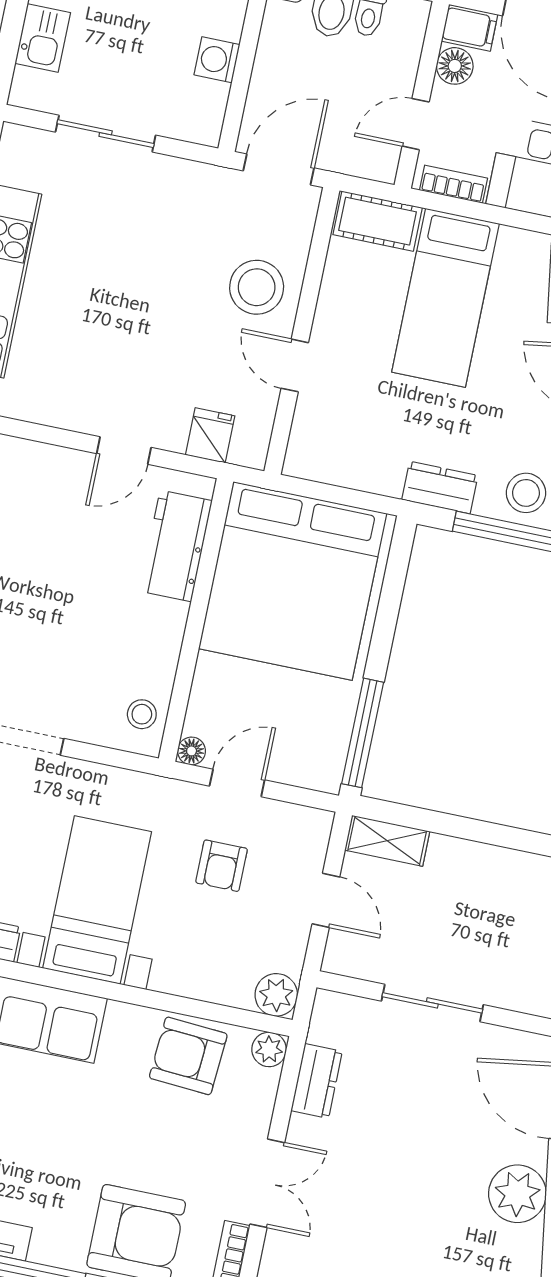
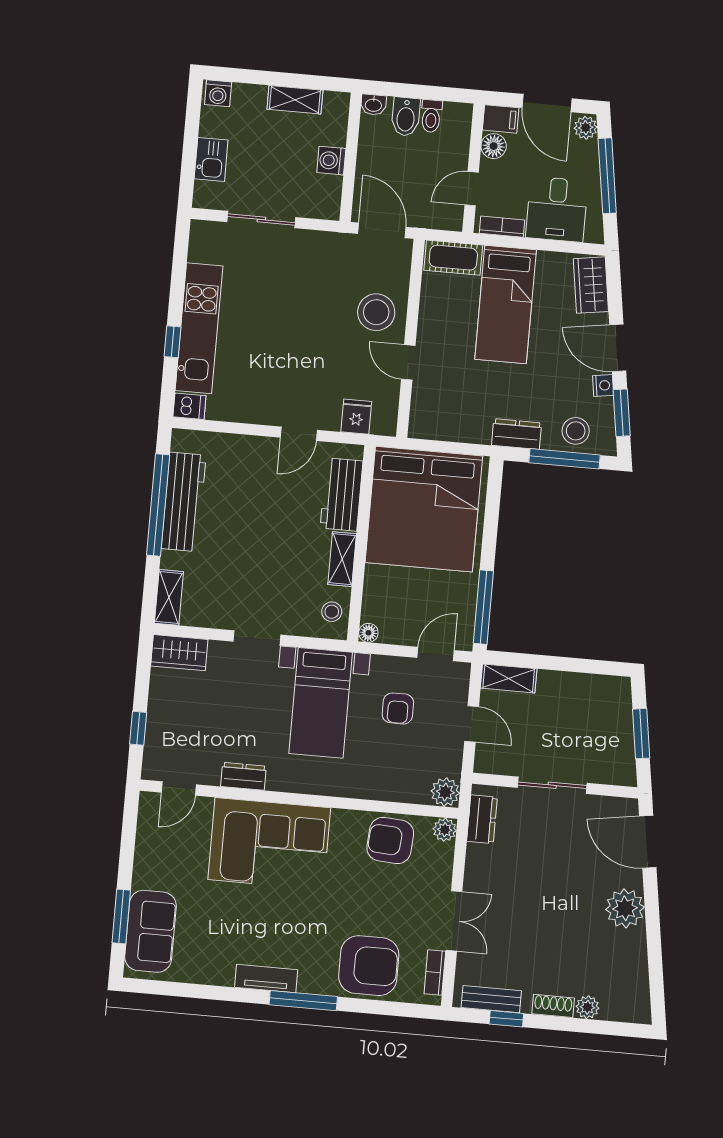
door: (279, 169) -> (382, 230), hinge flipped
shelving: (166, 640) -> (342, 559), added
door: (237, 783) -> (436, 654), moved
bed with nightstands: (97, 900) -> (321, 703), moved, turned 180
dresser: (317, 1081) -> (482, 819), moved

